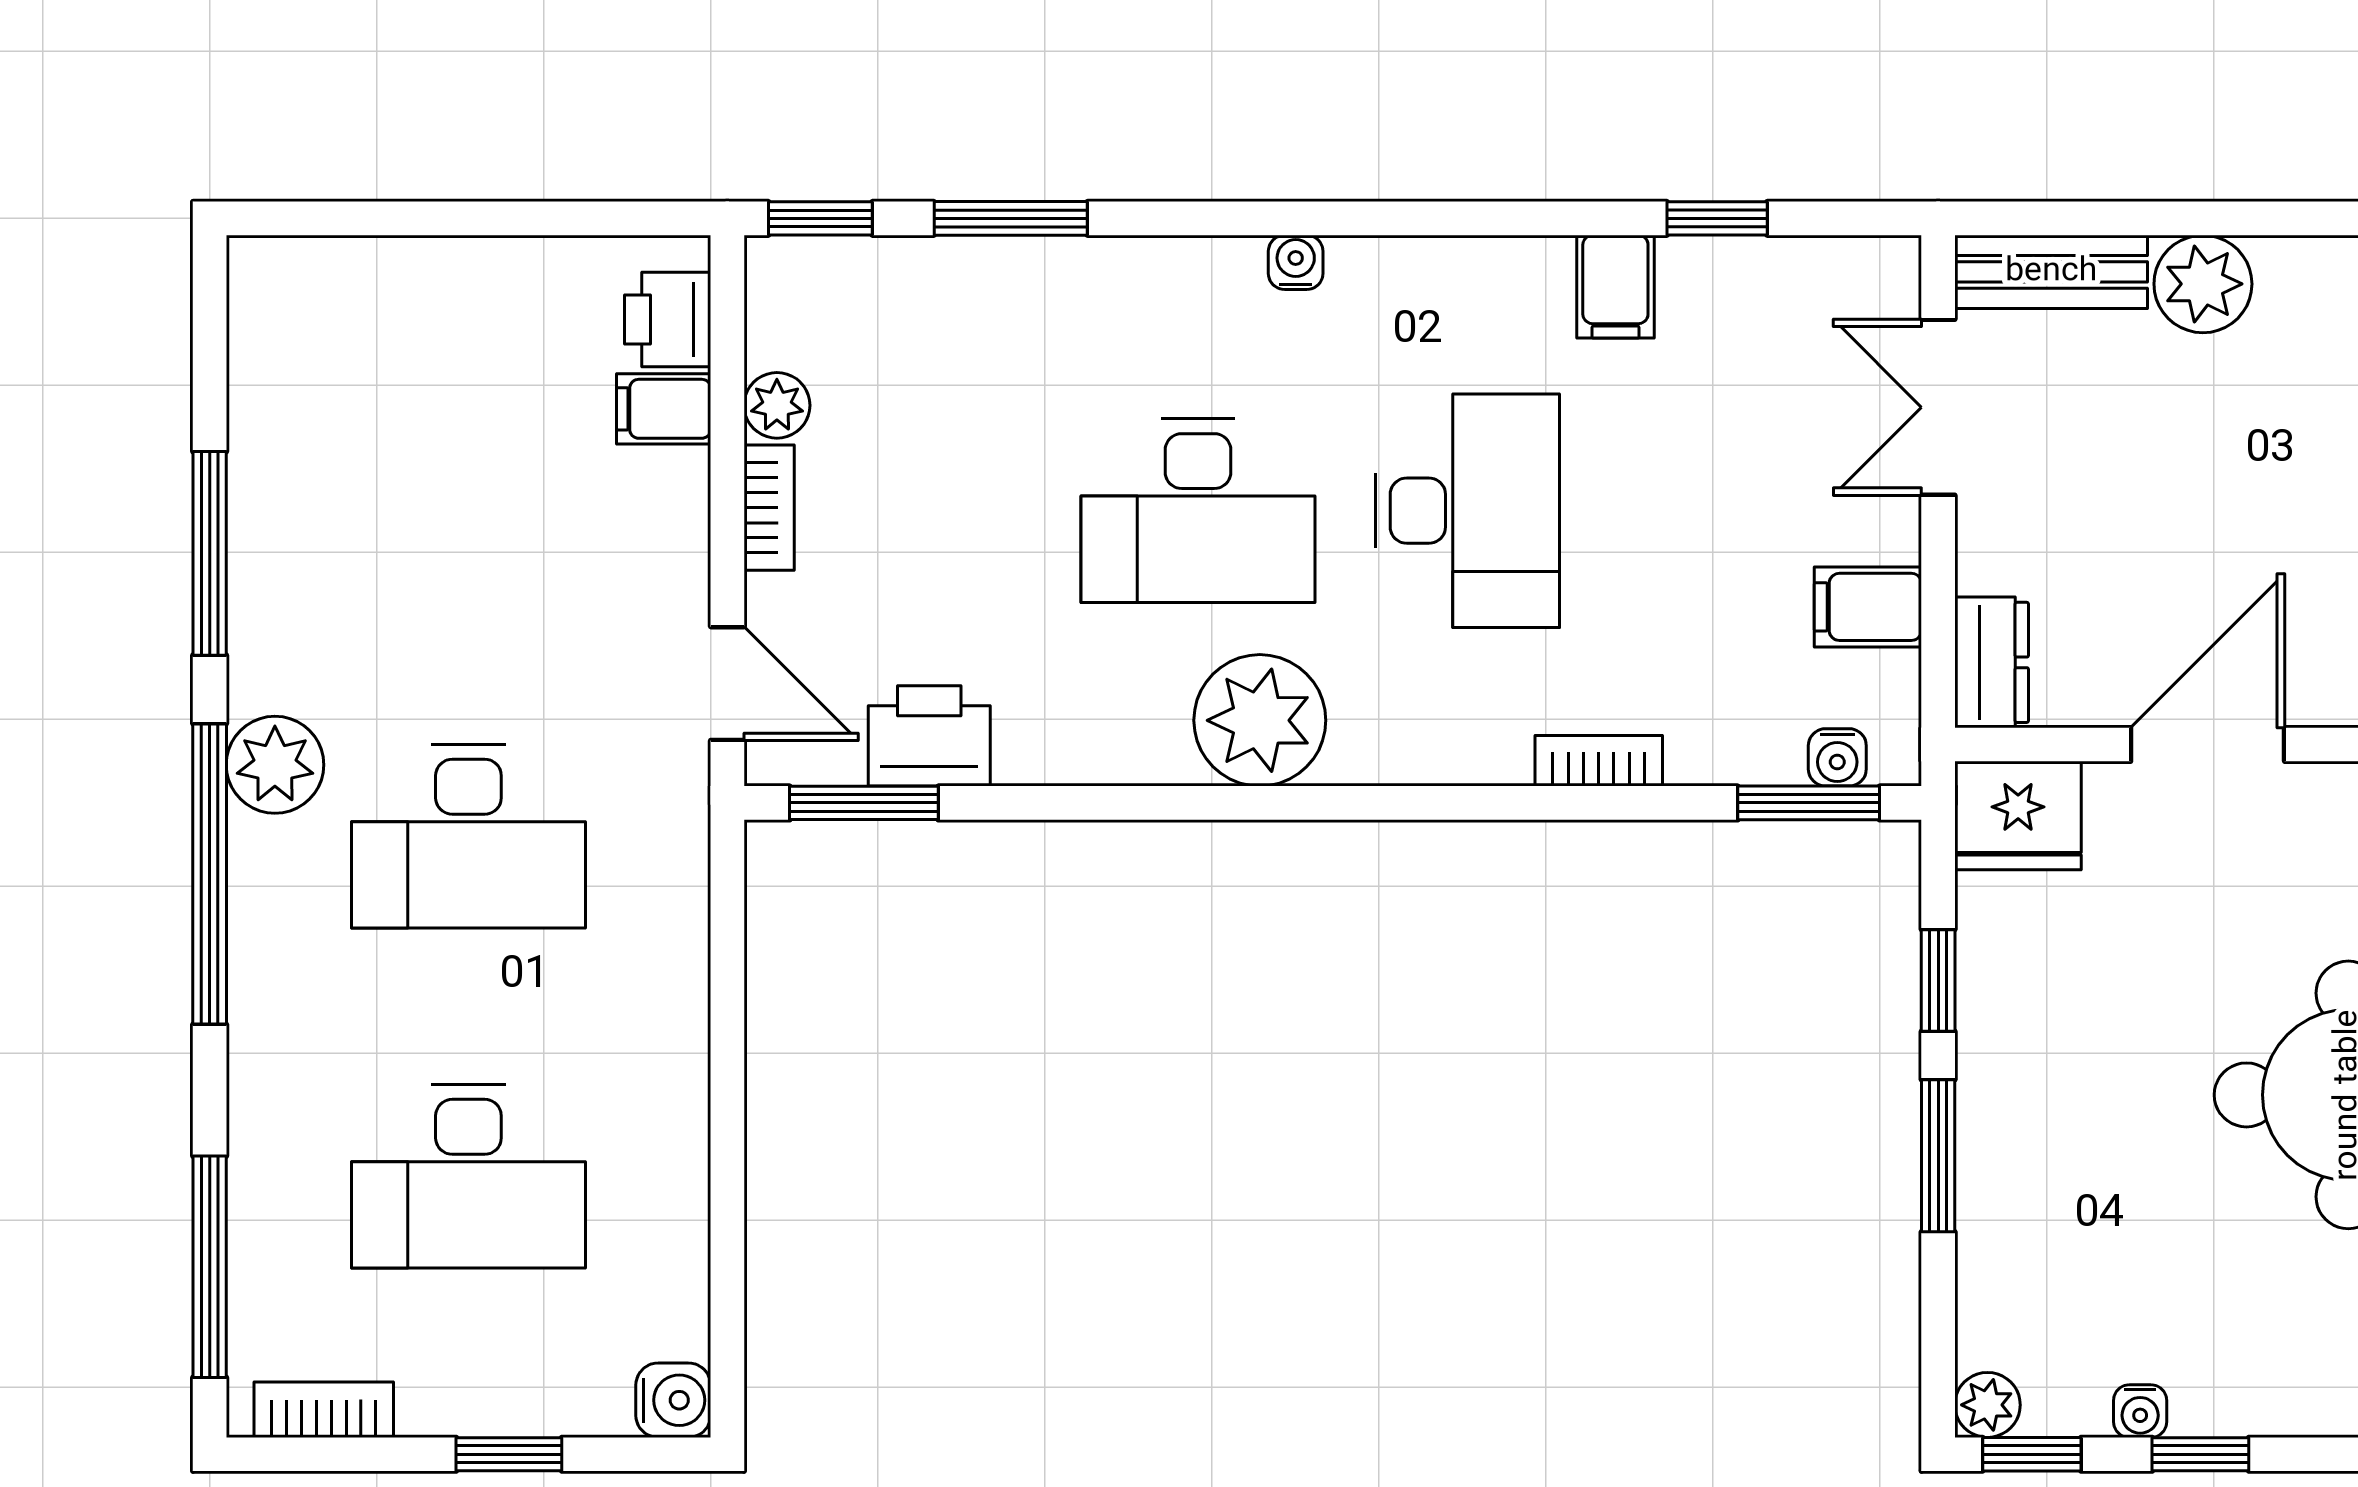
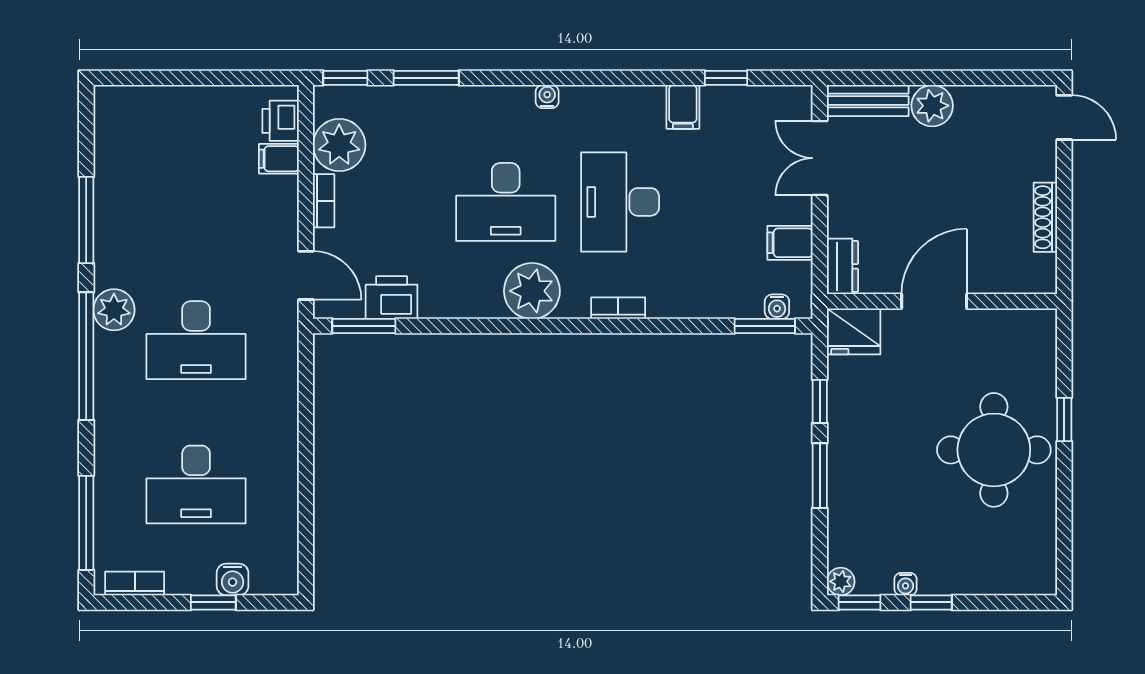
plant: (777, 405) -> (339, 145), width x1.87, depth x1.87
desk: (1467, 511) -> (620, 202), turned 180
bookcase: (1599, 761) -> (618, 308), moved
water cooler: (673, 1400) -> (233, 579), moved, turned 90

